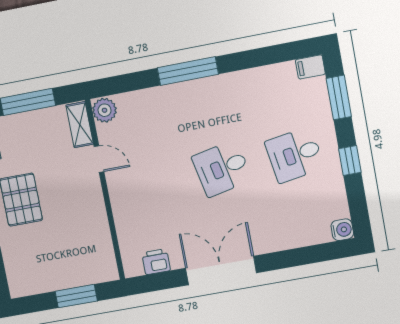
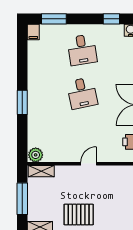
window: (188, 71) -> (22, 102), width x0.69
door: (99, 159) -> (89, 164), moved
window: (350, 160) -> (111, 19), moved

